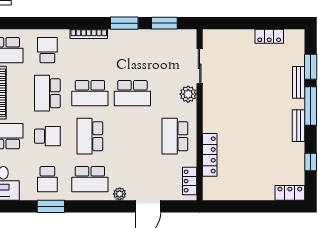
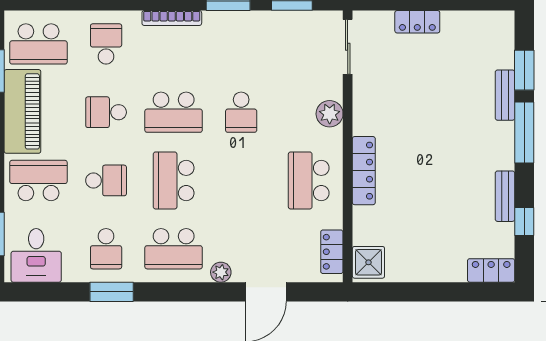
locker: (269, 36) -> (417, 22), moved
sliding door: (200, 66) -> (348, 47), moved
school desk: (47, 93) -> (106, 112), width x0.54
school desk: (132, 93) -> (241, 112), width x0.54
bench: (299, 126) -> (505, 196), moved
locker: (210, 155) -> (364, 171), moved
shower: (213, 188) -> (368, 262), added

